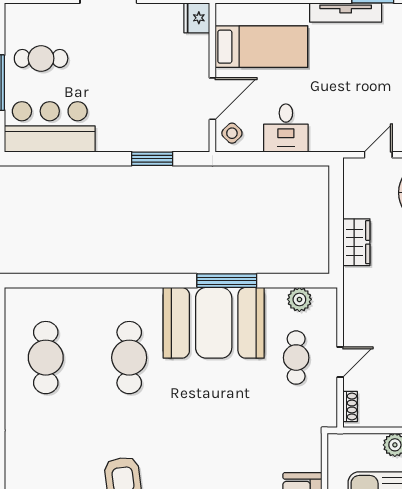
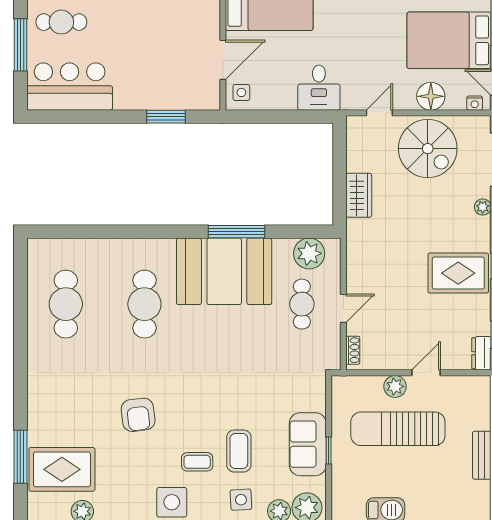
desk: (286, 128) -> (319, 88), moved
side table: (232, 133) -> (241, 92), turned 45
plant: (299, 299) -> (309, 253), width x1.36, depth x1.36

